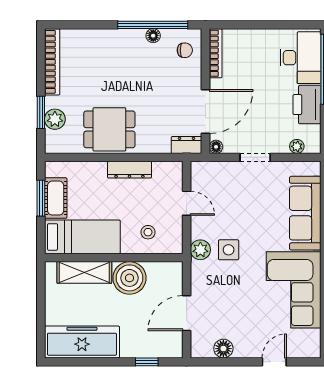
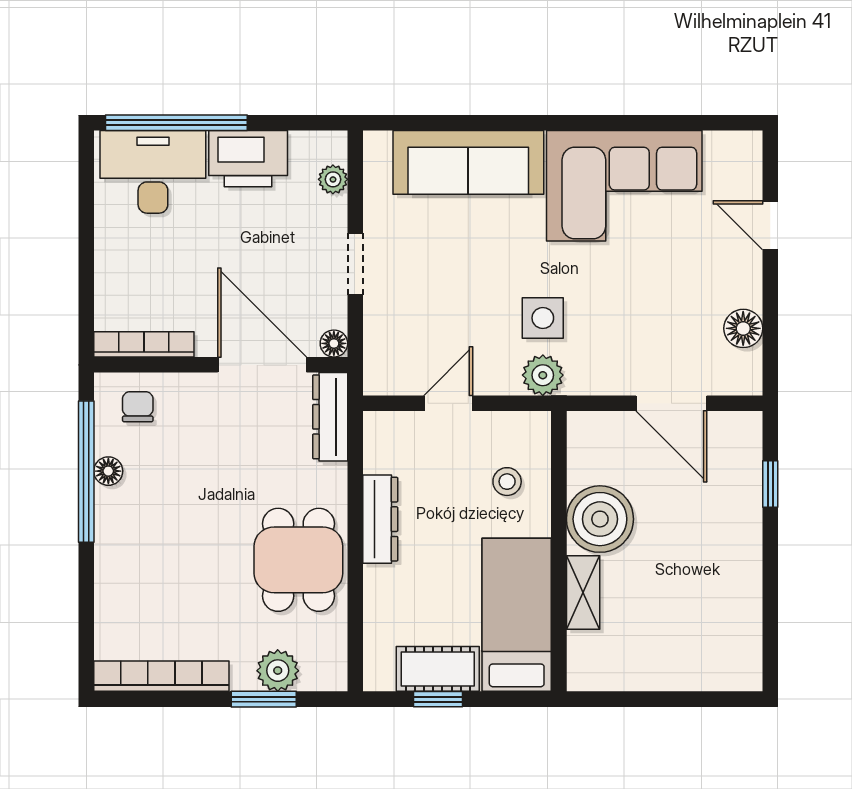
dresser: (187, 145) -> (330, 417), width x1.44
window: (41, 198) -> (438, 699), width x0.67
shelving: (84, 272) -> (583, 592), width x0.67, depth x0.75
freezer: (82, 342) -> (730, 616), removed

